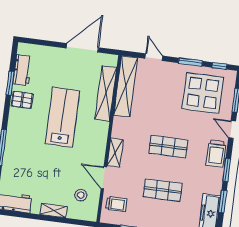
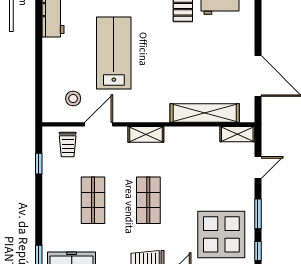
shelving: (126, 86) -> (237, 134), width x0.45, depth x0.75
lab bench: (62, 117) -> (114, 53), moved, turned -90
shelving: (115, 153) -> (146, 134), moved
shelving: (54, 210) -> (49, 67), removed

